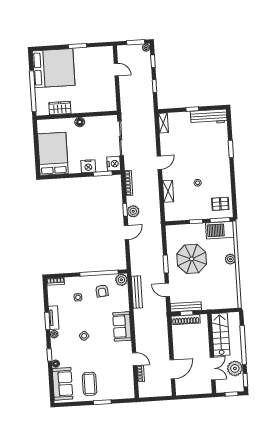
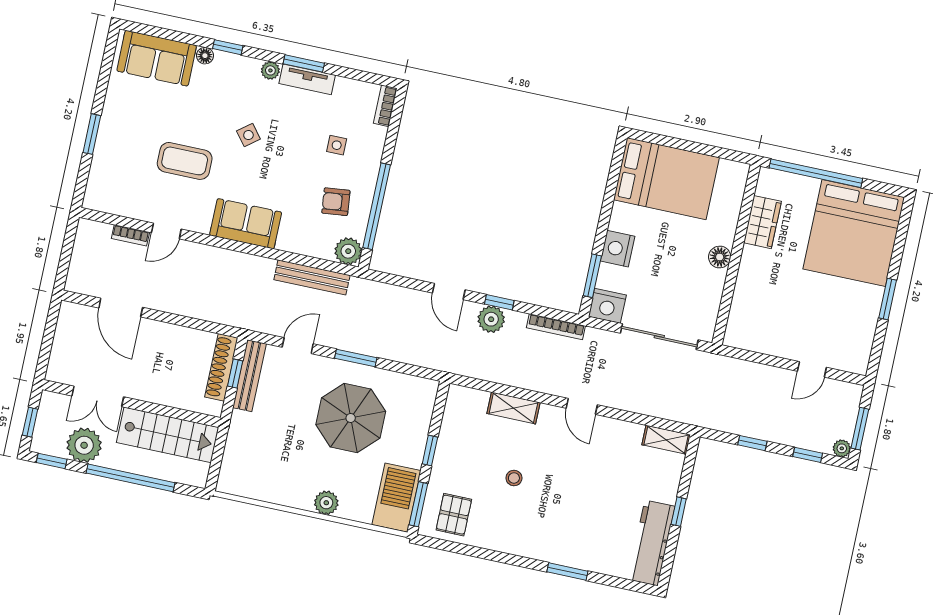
coffee table: (90, 384) -> (185, 161), moved

